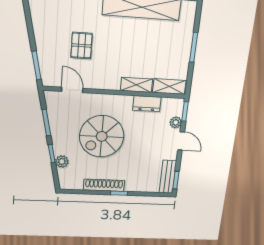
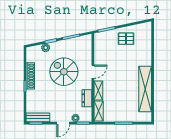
pallet: (81, 46) -> (126, 39), moved
door: (72, 90) -> (93, 72), moved

